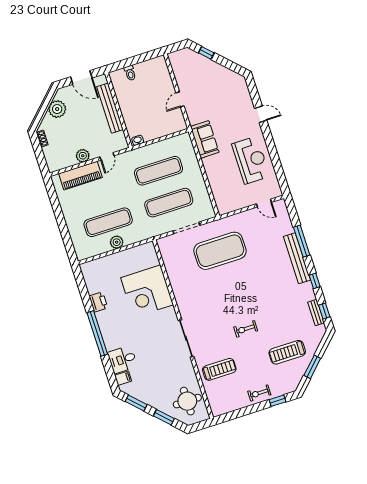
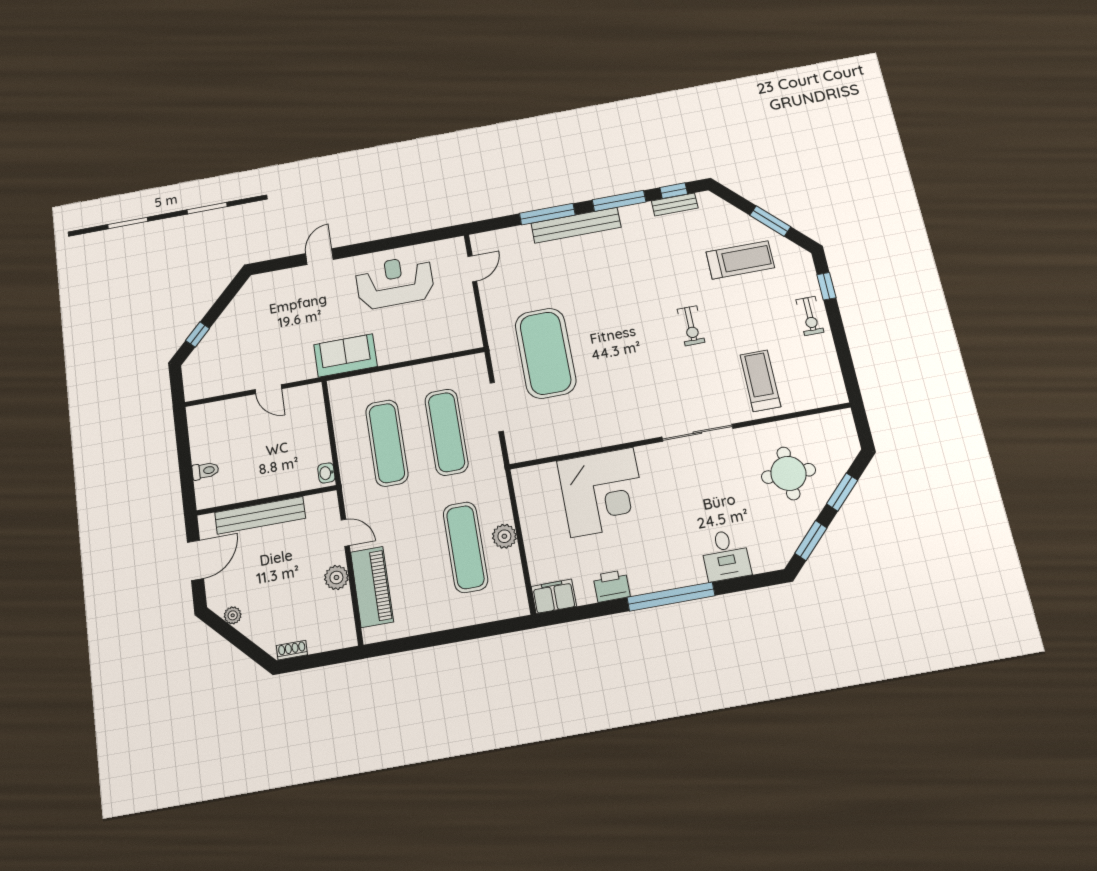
plant: (57, 109) -> (233, 615), width x0.53, depth x0.53
window: (315, 281) -> (619, 201), width x2.17
treadmill: (287, 352) -> (740, 260), turned -90
filing cabinet: (123, 378) -> (554, 596), moved, width x2.00
round table: (187, 401) -> (788, 473), moved

